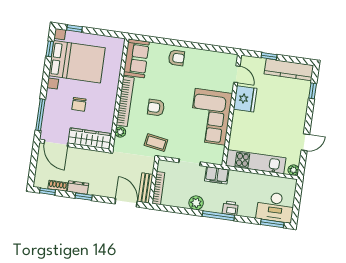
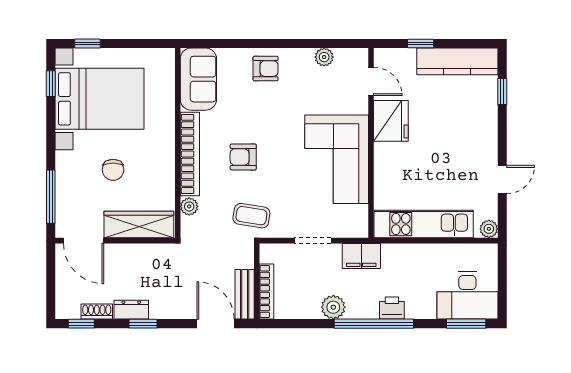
plant: (212, 56) -> (324, 57), added
window: (218, 216) -> (374, 324), width x1.46

